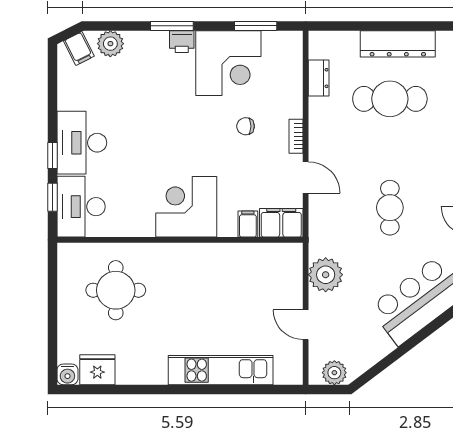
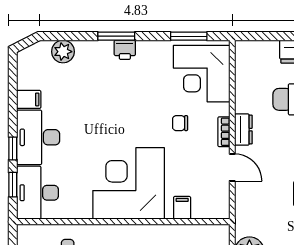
filing cabinet: (79, 49) -> (29, 99), moved, turned -63
corner desk: (228, 63) -> (202, 74), moved, turned 90
dresser: (319, 78) -> (243, 130), moved
corner desk: (186, 207) -> (129, 183), width x1.36, depth x1.36
filing cabinet: (281, 223) -> (211, 207), removed

